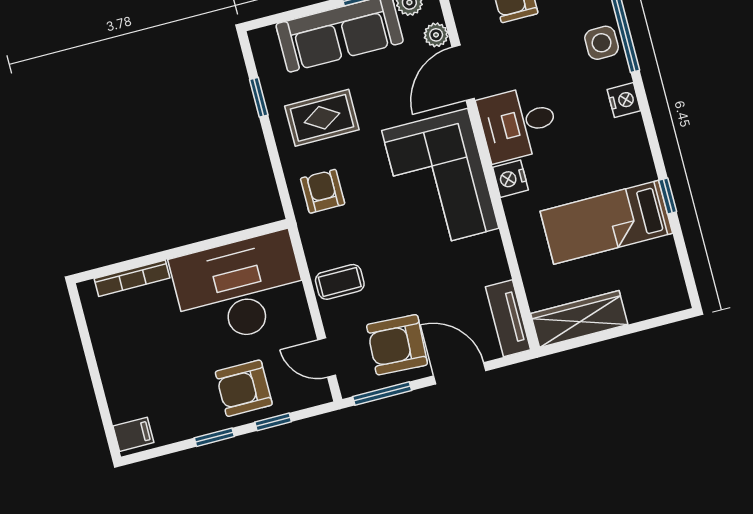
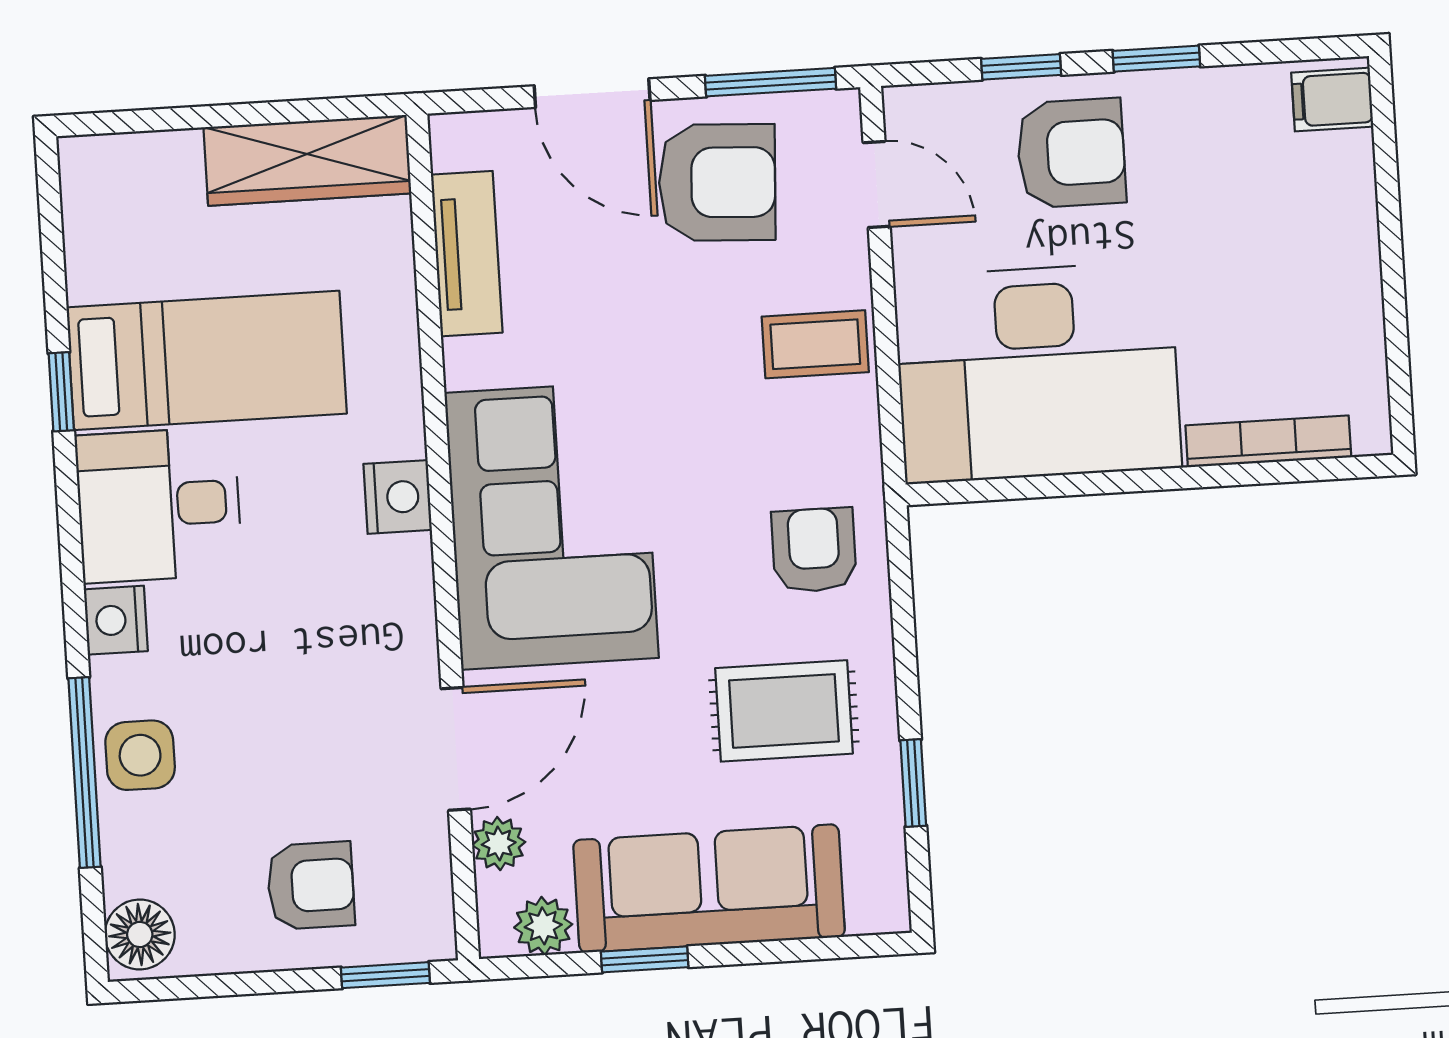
desk: (518, 123) -> (159, 505), moved, turned 180
armchair: (323, 191) -> (814, 550), turned 180
tv unit: (508, 318) -> (467, 254), moved

